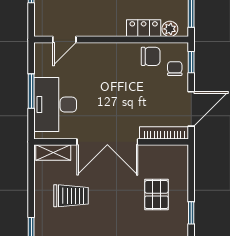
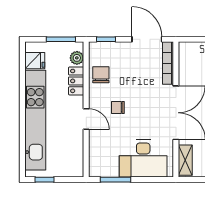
door: (64, 39) -> (86, 119), moved
chair: (175, 69) -> (118, 108), moved
window: (31, 91) -> (115, 180), moved

